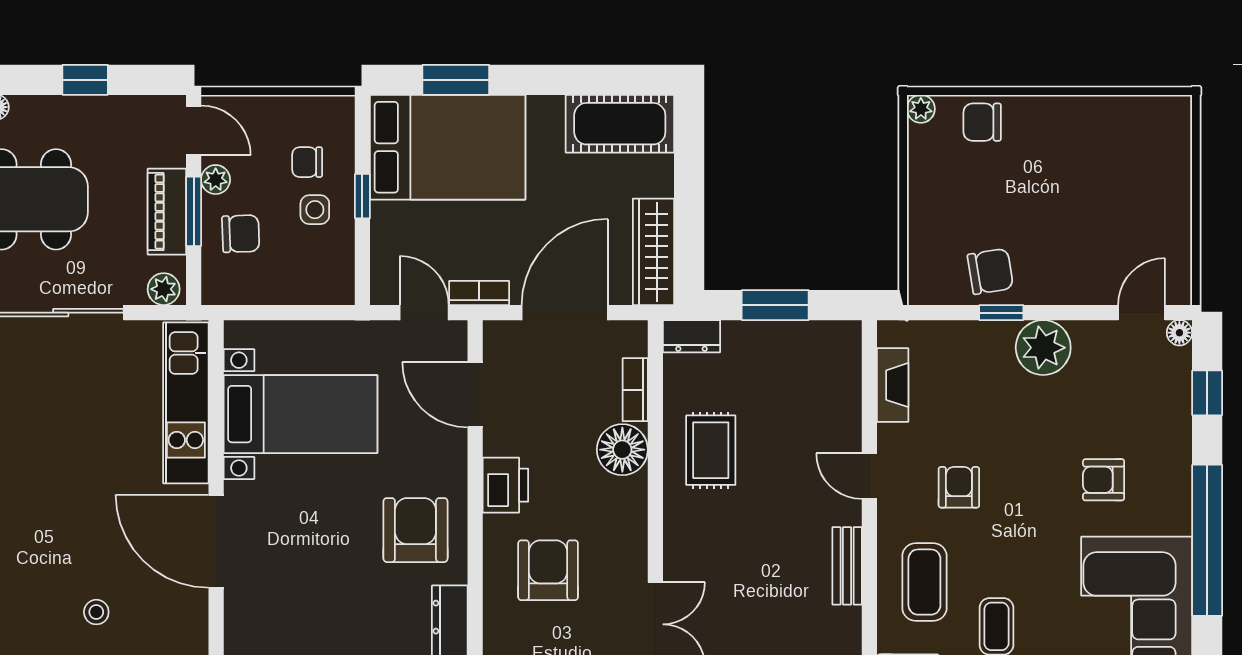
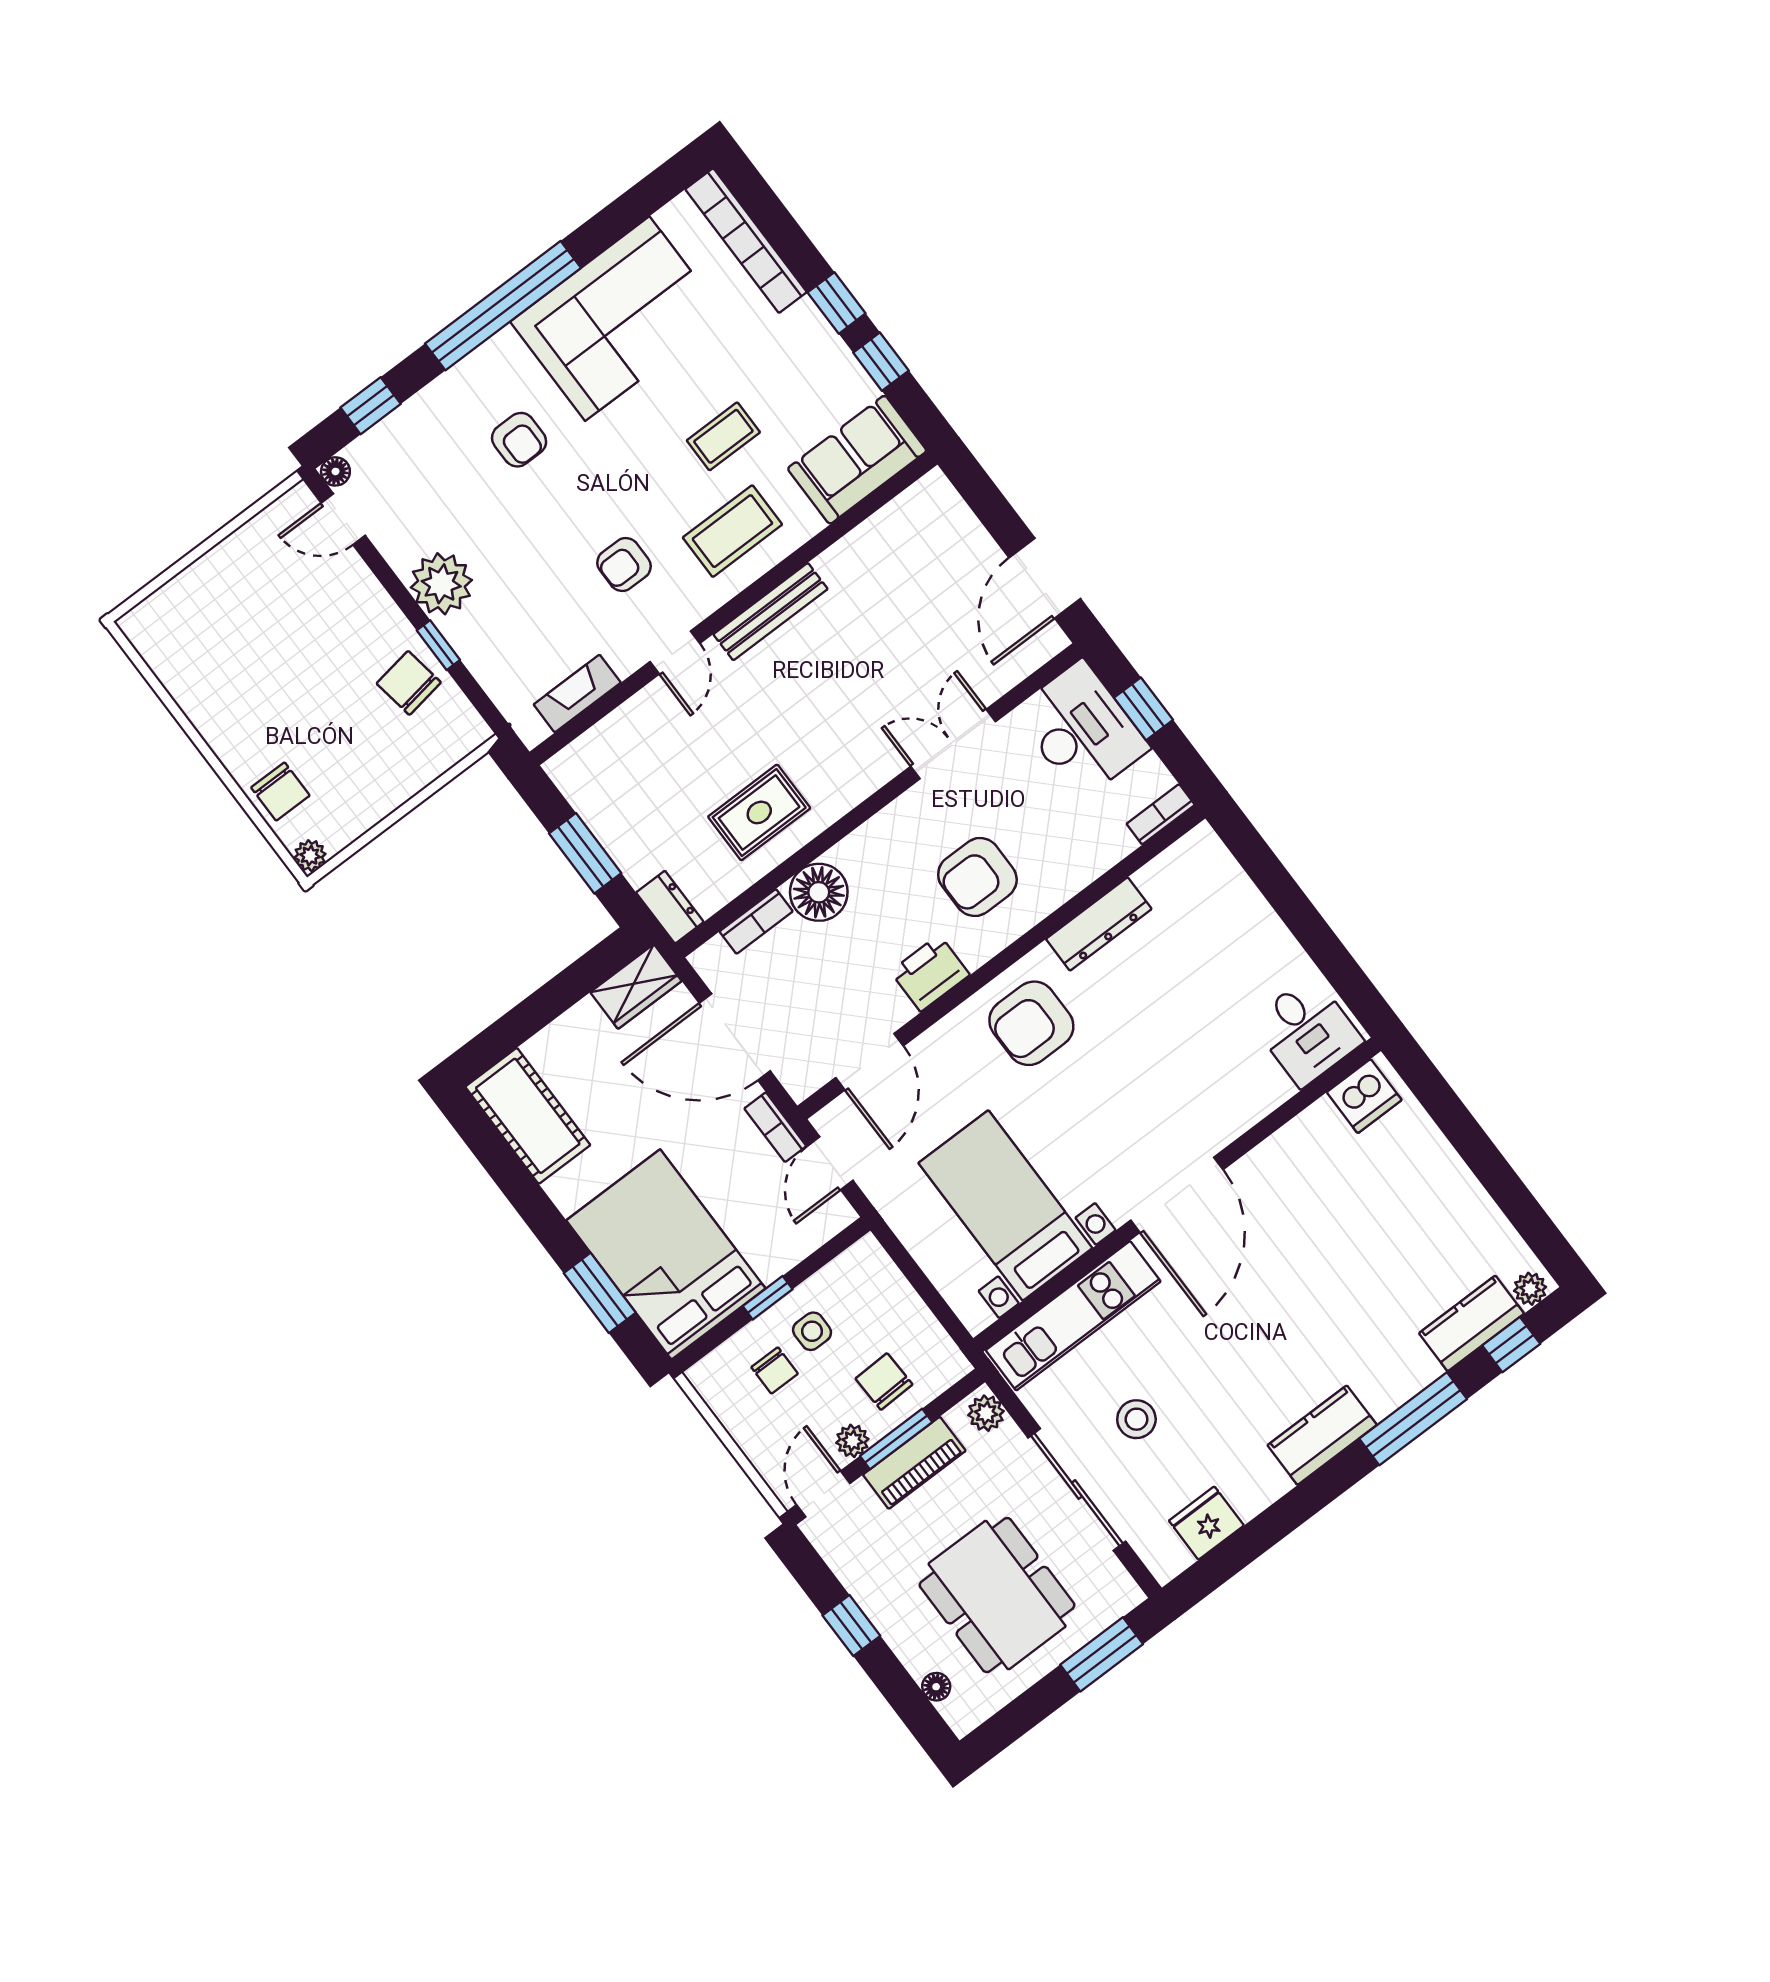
wardrobe: (653, 252) -> (636, 987), width x0.67
bench: (847, 566) -> (770, 612), width x1.36
stool: (96, 612) -> (1136, 1419), moved, width x1.37, depth x1.37

